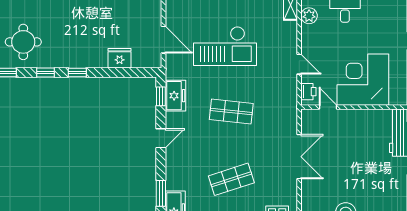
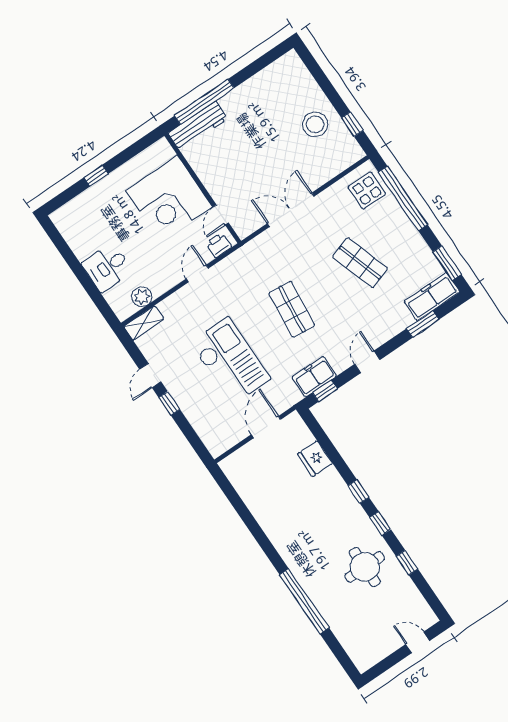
door: (161, 138) -> (367, 362), hinge flipped

